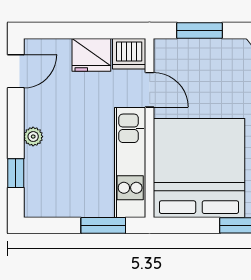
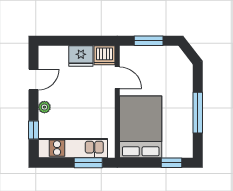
door: (16, 71) -> (33, 80), moved
kitchen unit: (130, 162) -> (73, 148), moved, turned 90
bed: (199, 168) -> (141, 127), width x0.73

